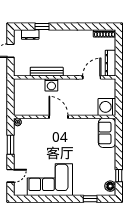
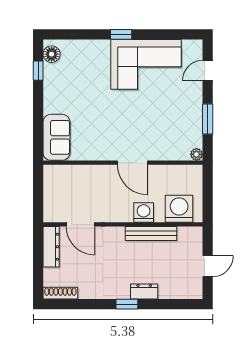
window: (42, 27) -> (127, 304), moved
dresser: (30, 35) -> (144, 291), moved
door: (92, 77) -> (80, 224), hinge flipped
washing machine: (107, 107) -> (179, 209), moved, turned -90
window: (90, 199) -> (121, 34), moved

